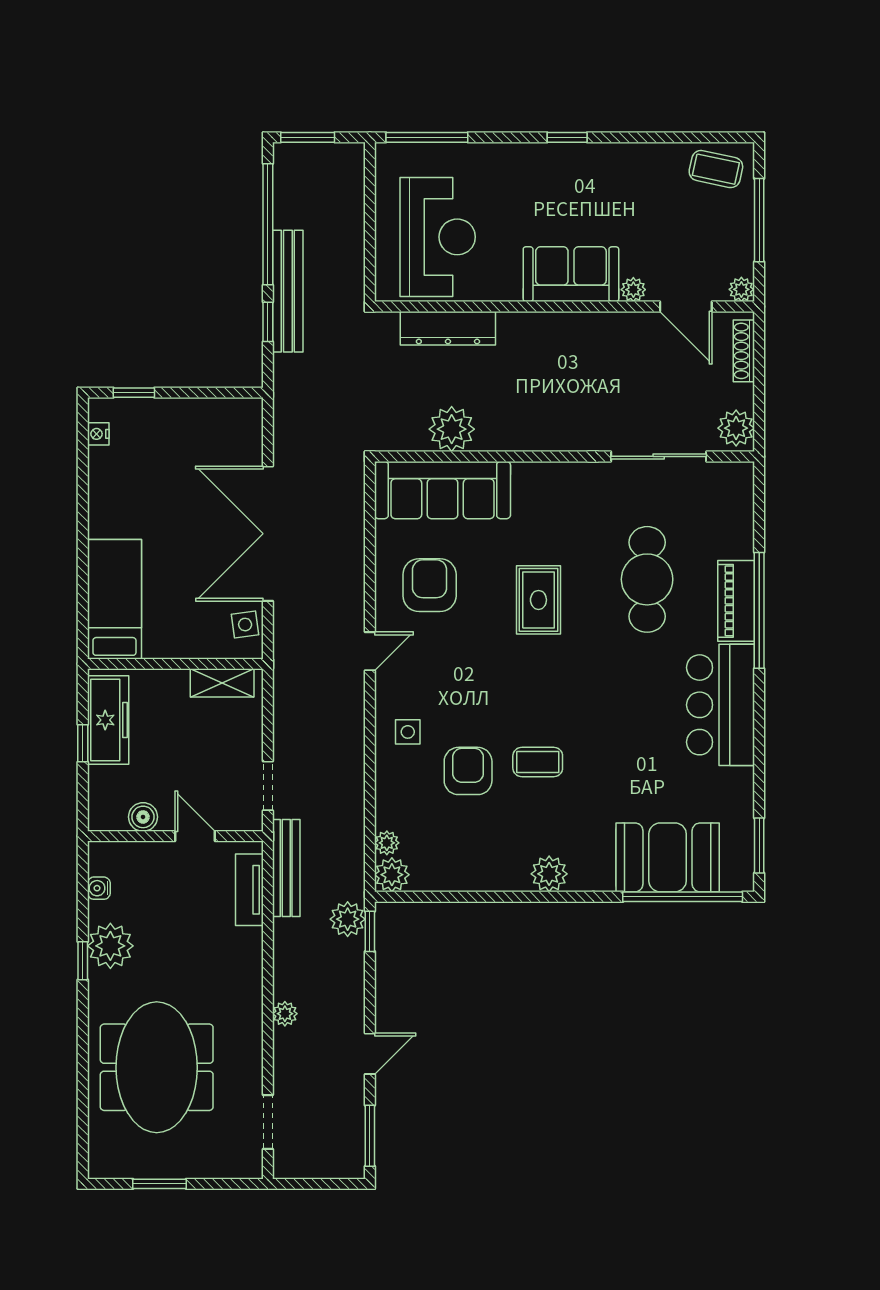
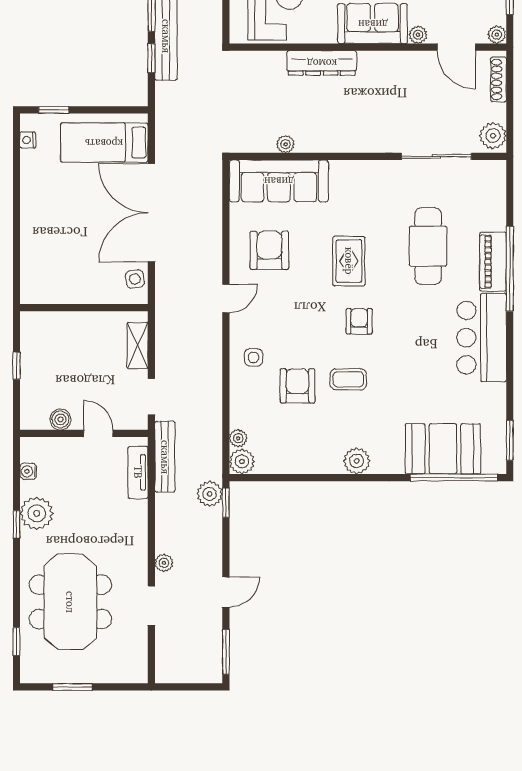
dresser: (448, 328) -> (322, 63), moved
plant: (452, 429) -> (286, 144), width x0.53, depth x0.53
bed: (114, 599) -> (104, 143), moved, turned -90
shelving: (222, 683) -> (138, 346), moved, turned 90
armchair: (553, 683) -> (359, 321), added
freezer: (108, 720) -> (35, 349), removed
window: (83, 1122) -> (17, 642), added
doorway: (268, 1122) -> (151, 606), moved

